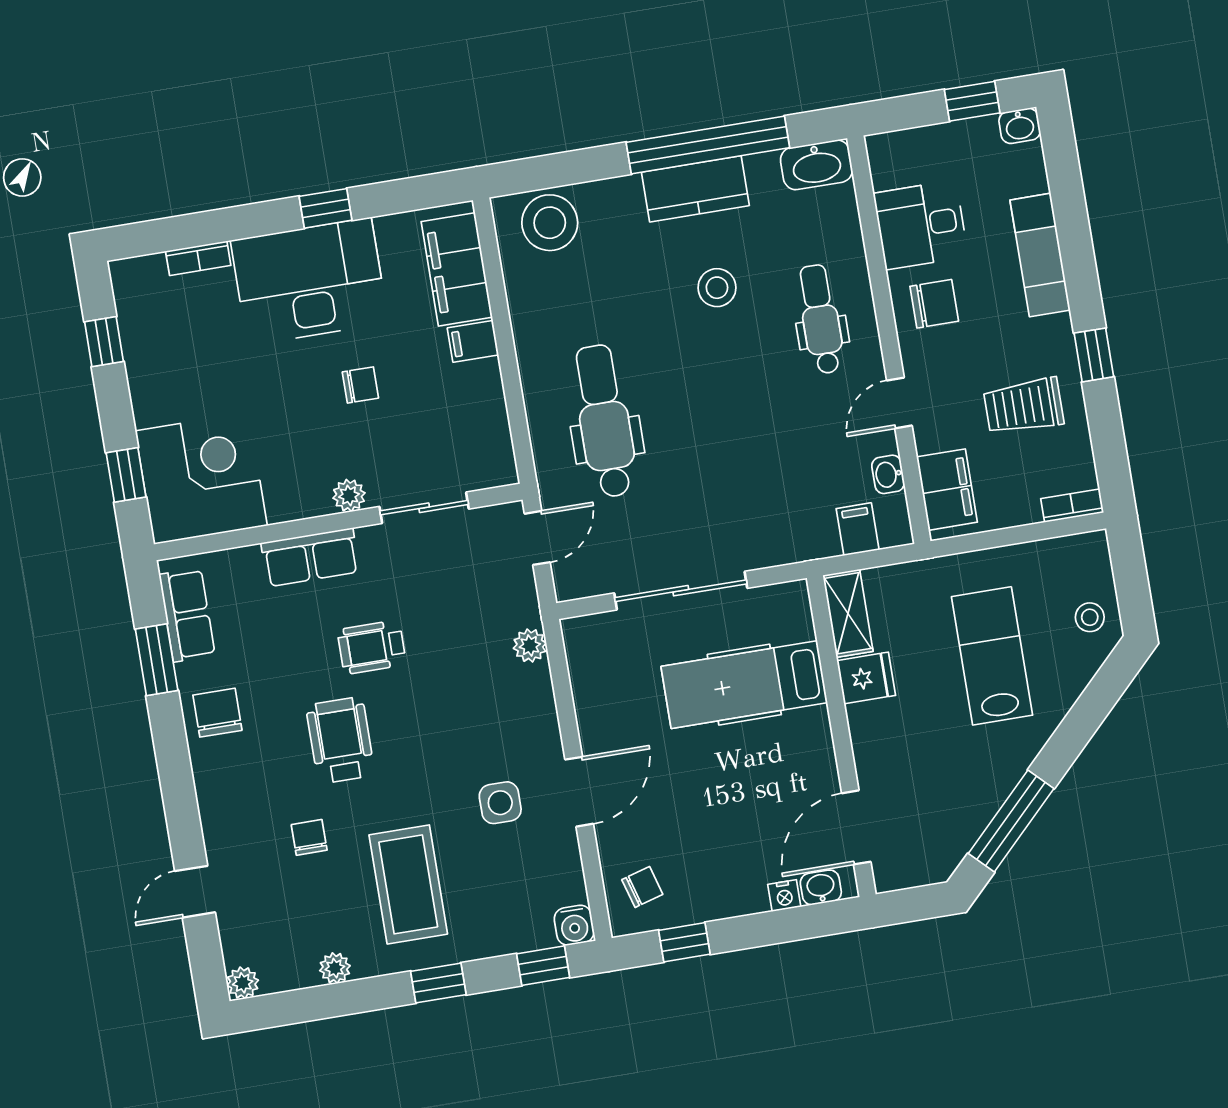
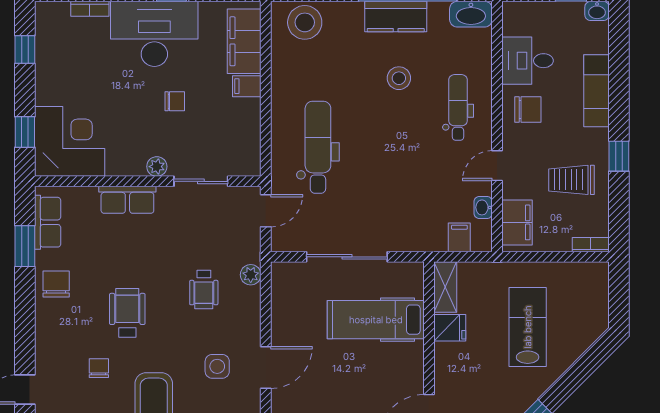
stool: (1090, 617) -> (590, 314), removed
wheelchair: (372, 647) -> (204, 289), moved, turned -90

